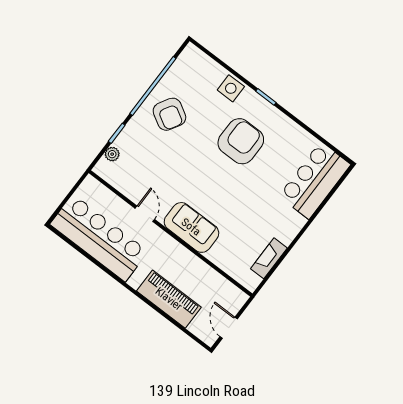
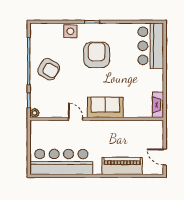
door: (145, 214) -> (76, 119), moved
sofa: (191, 227) -> (105, 107), moved
wall: (171, 233) -> (97, 119), moved

